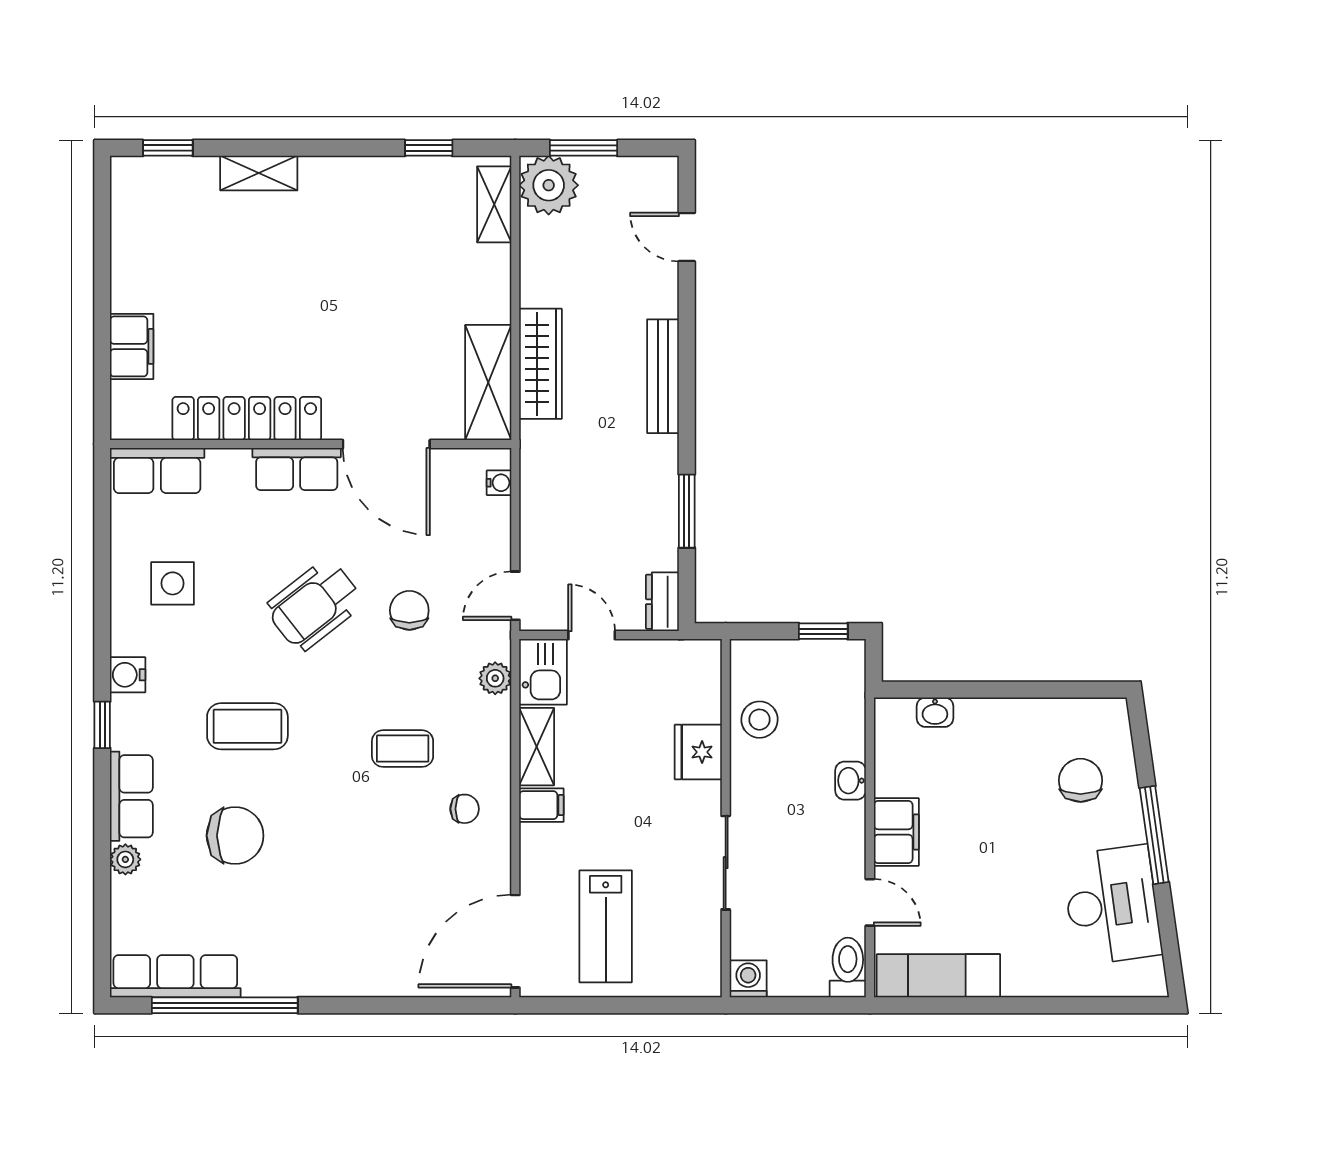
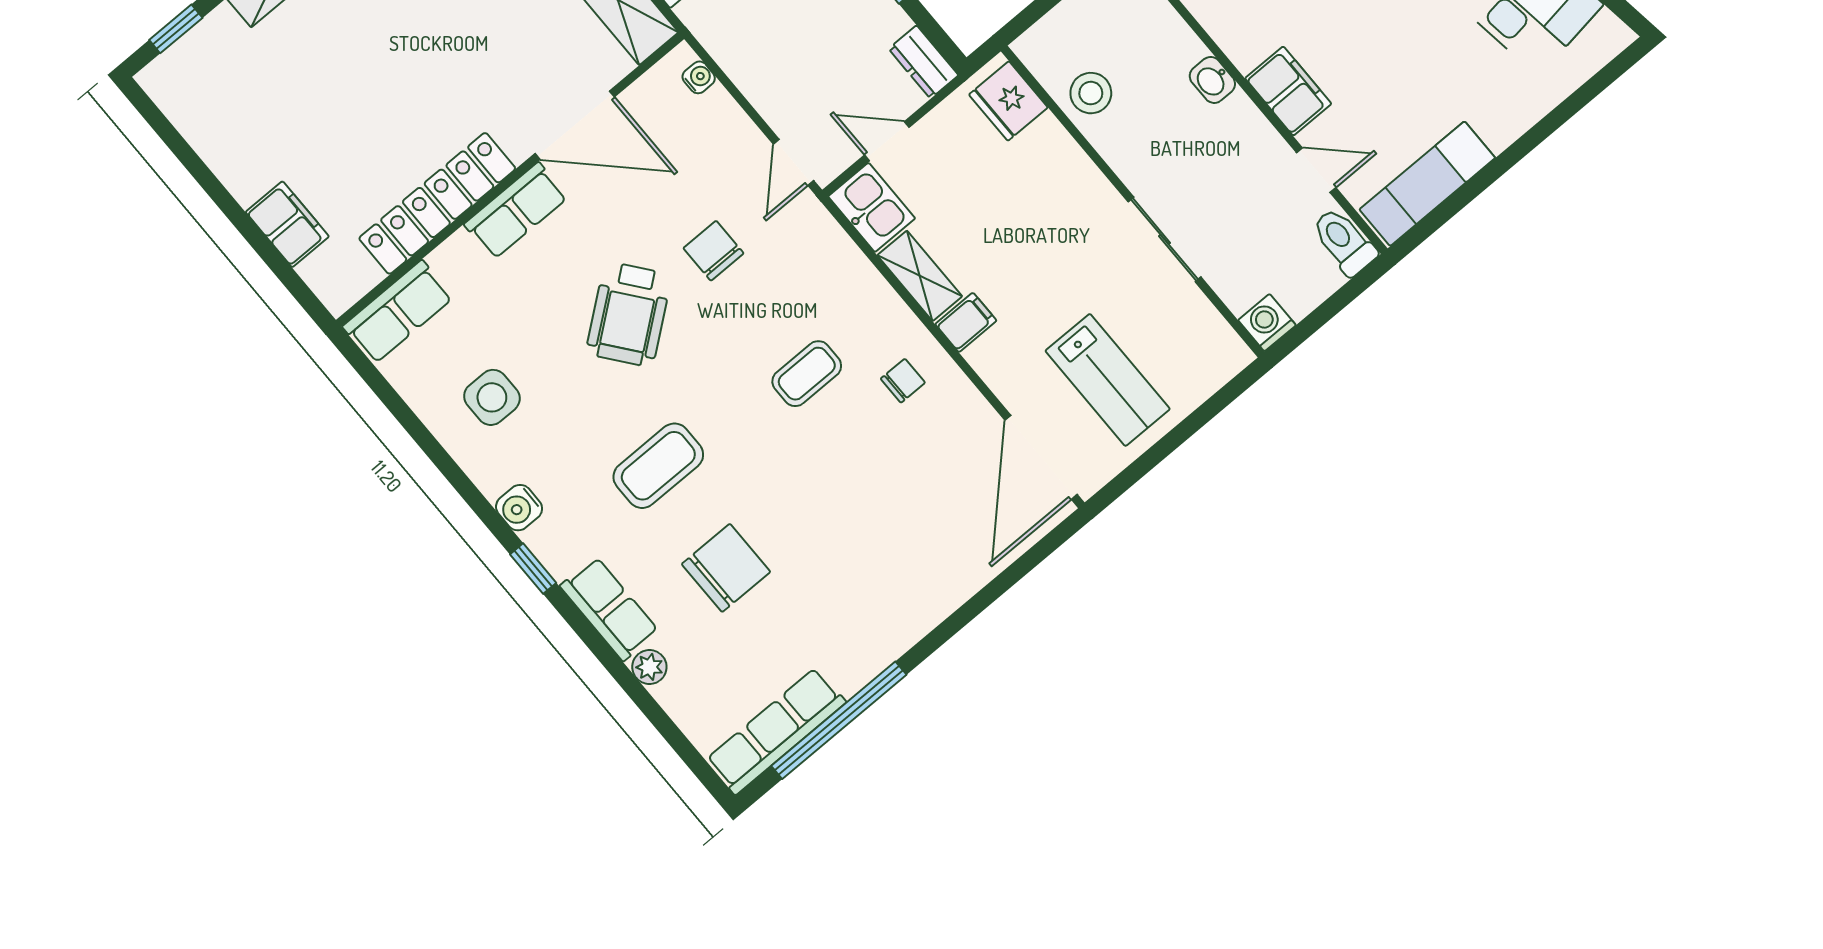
plant: (495, 678) -> (835, 247), removed
fridge: (698, 752) -> (1008, 101), moved

